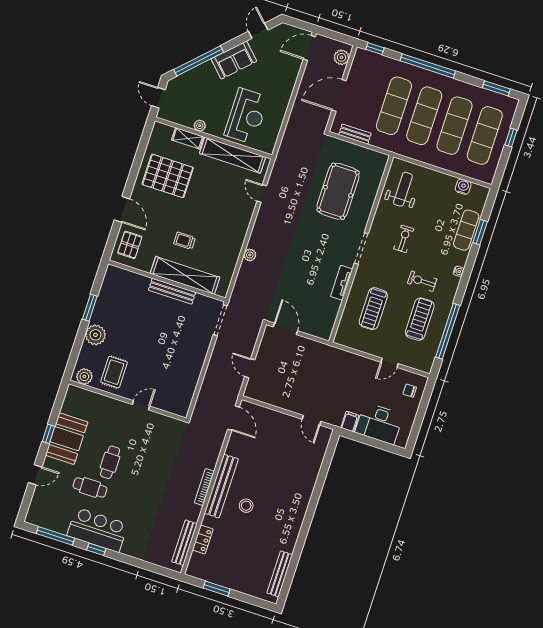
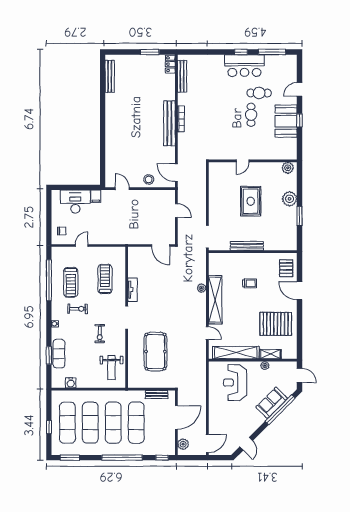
sofa: (234, 60) -> (272, 403), moved
shelving: (185, 275) -> (215, 300), moved, turned 90
rug: (114, 372) -> (251, 201), moved, width x1.36, depth x1.43
stool: (246, 506) -> (149, 179), moved
locker: (203, 539) -> (170, 64), moved

